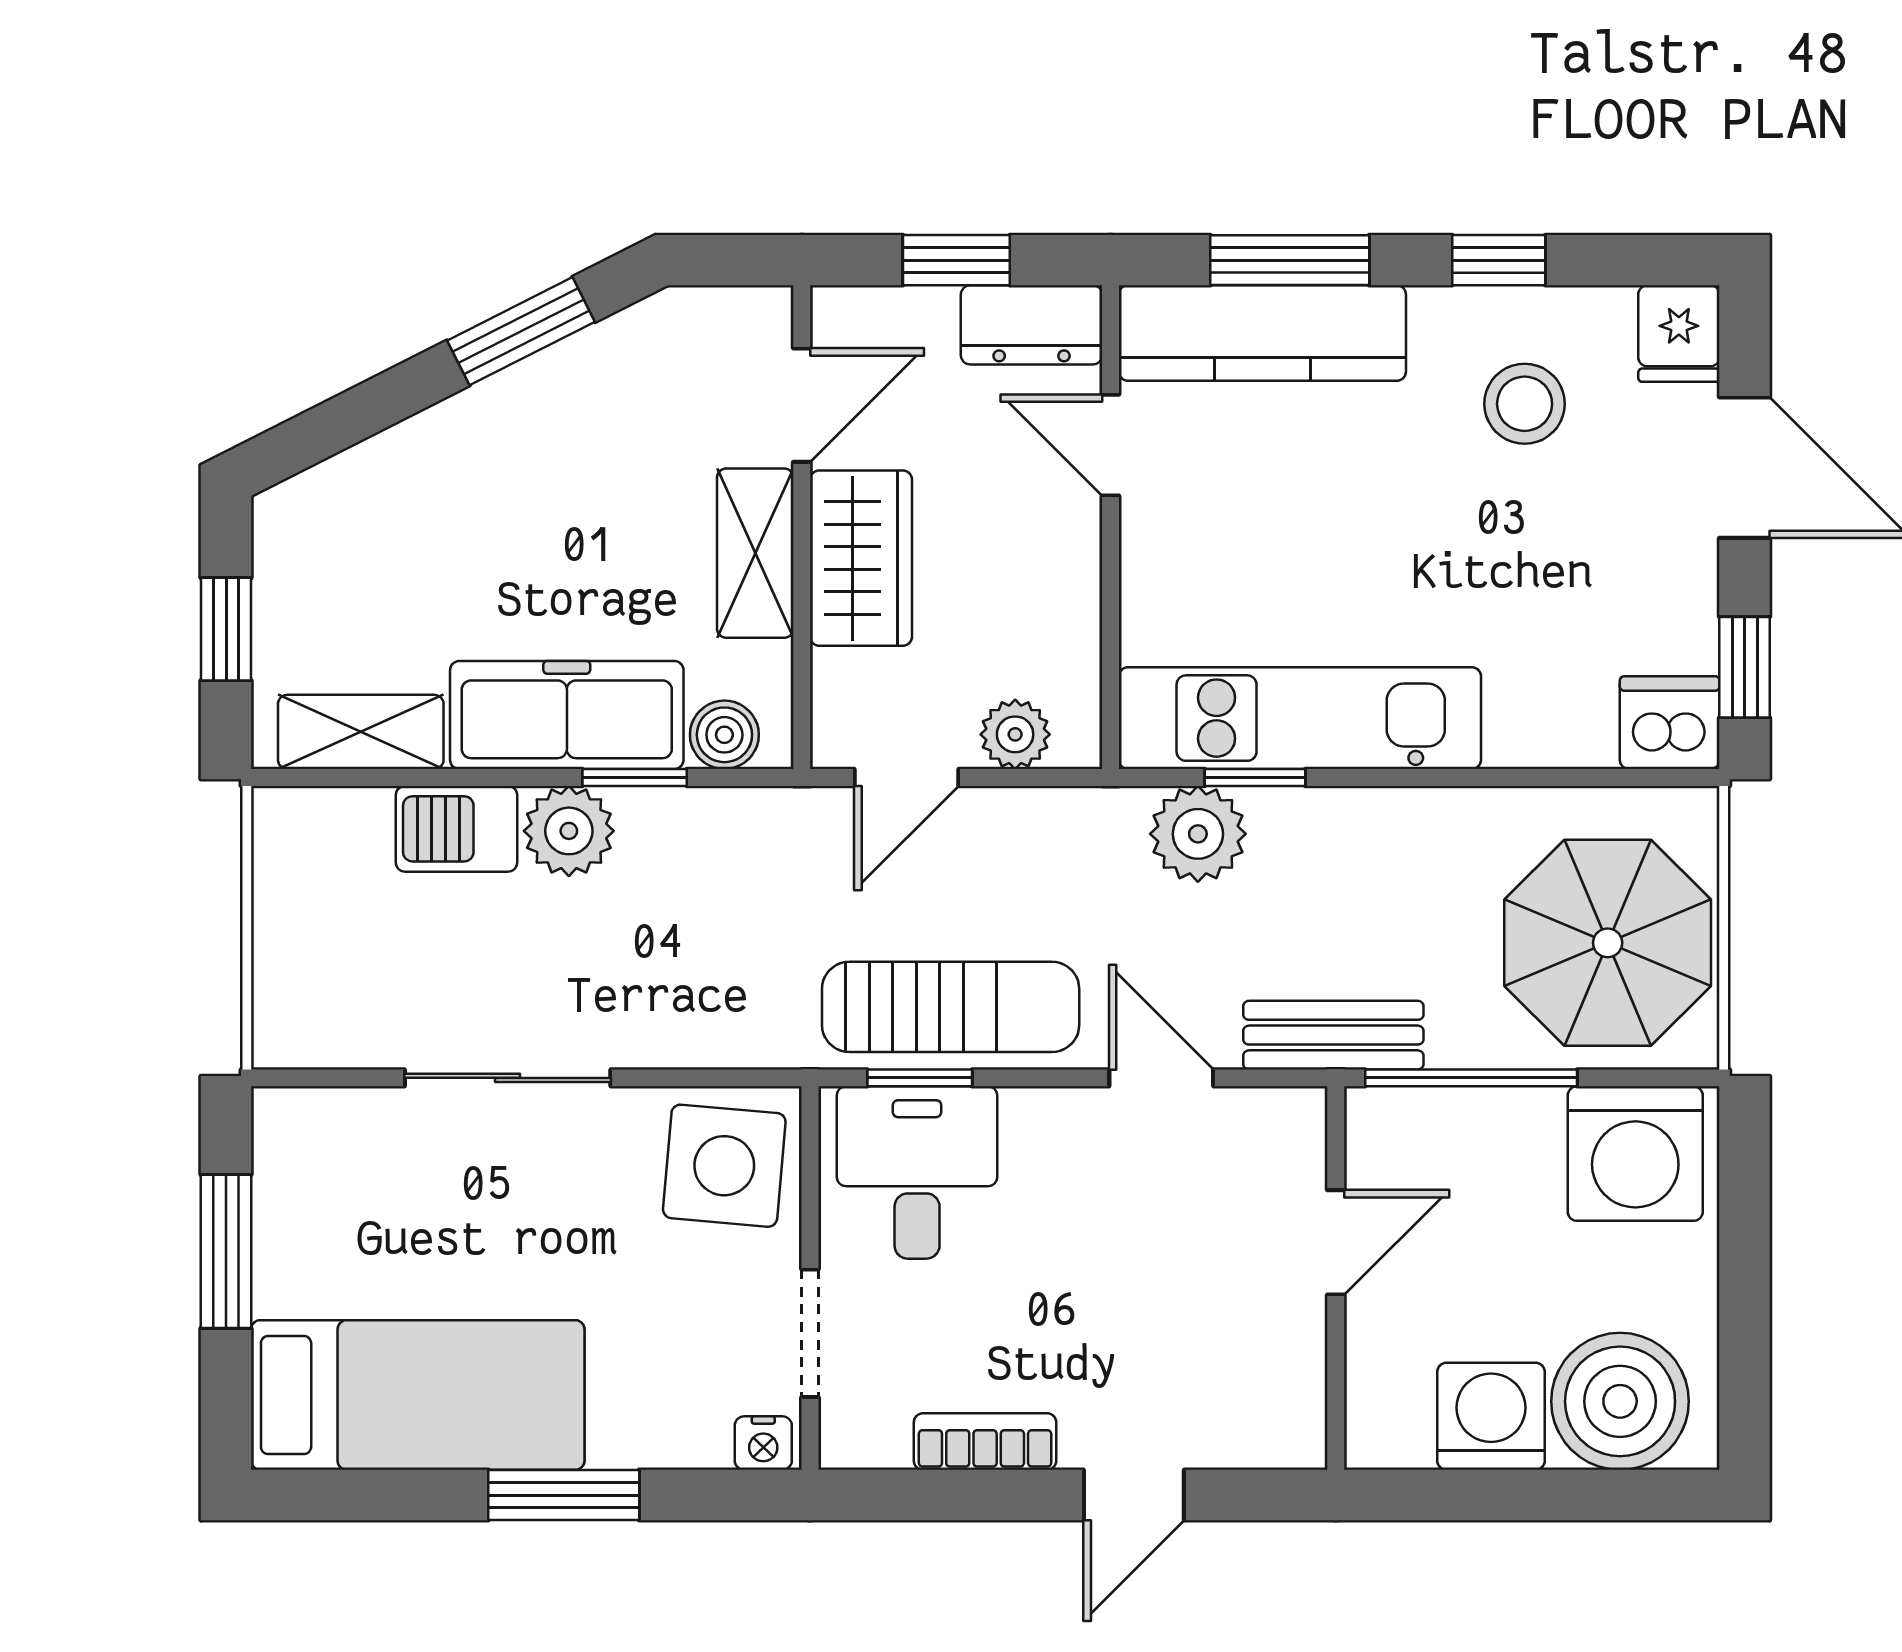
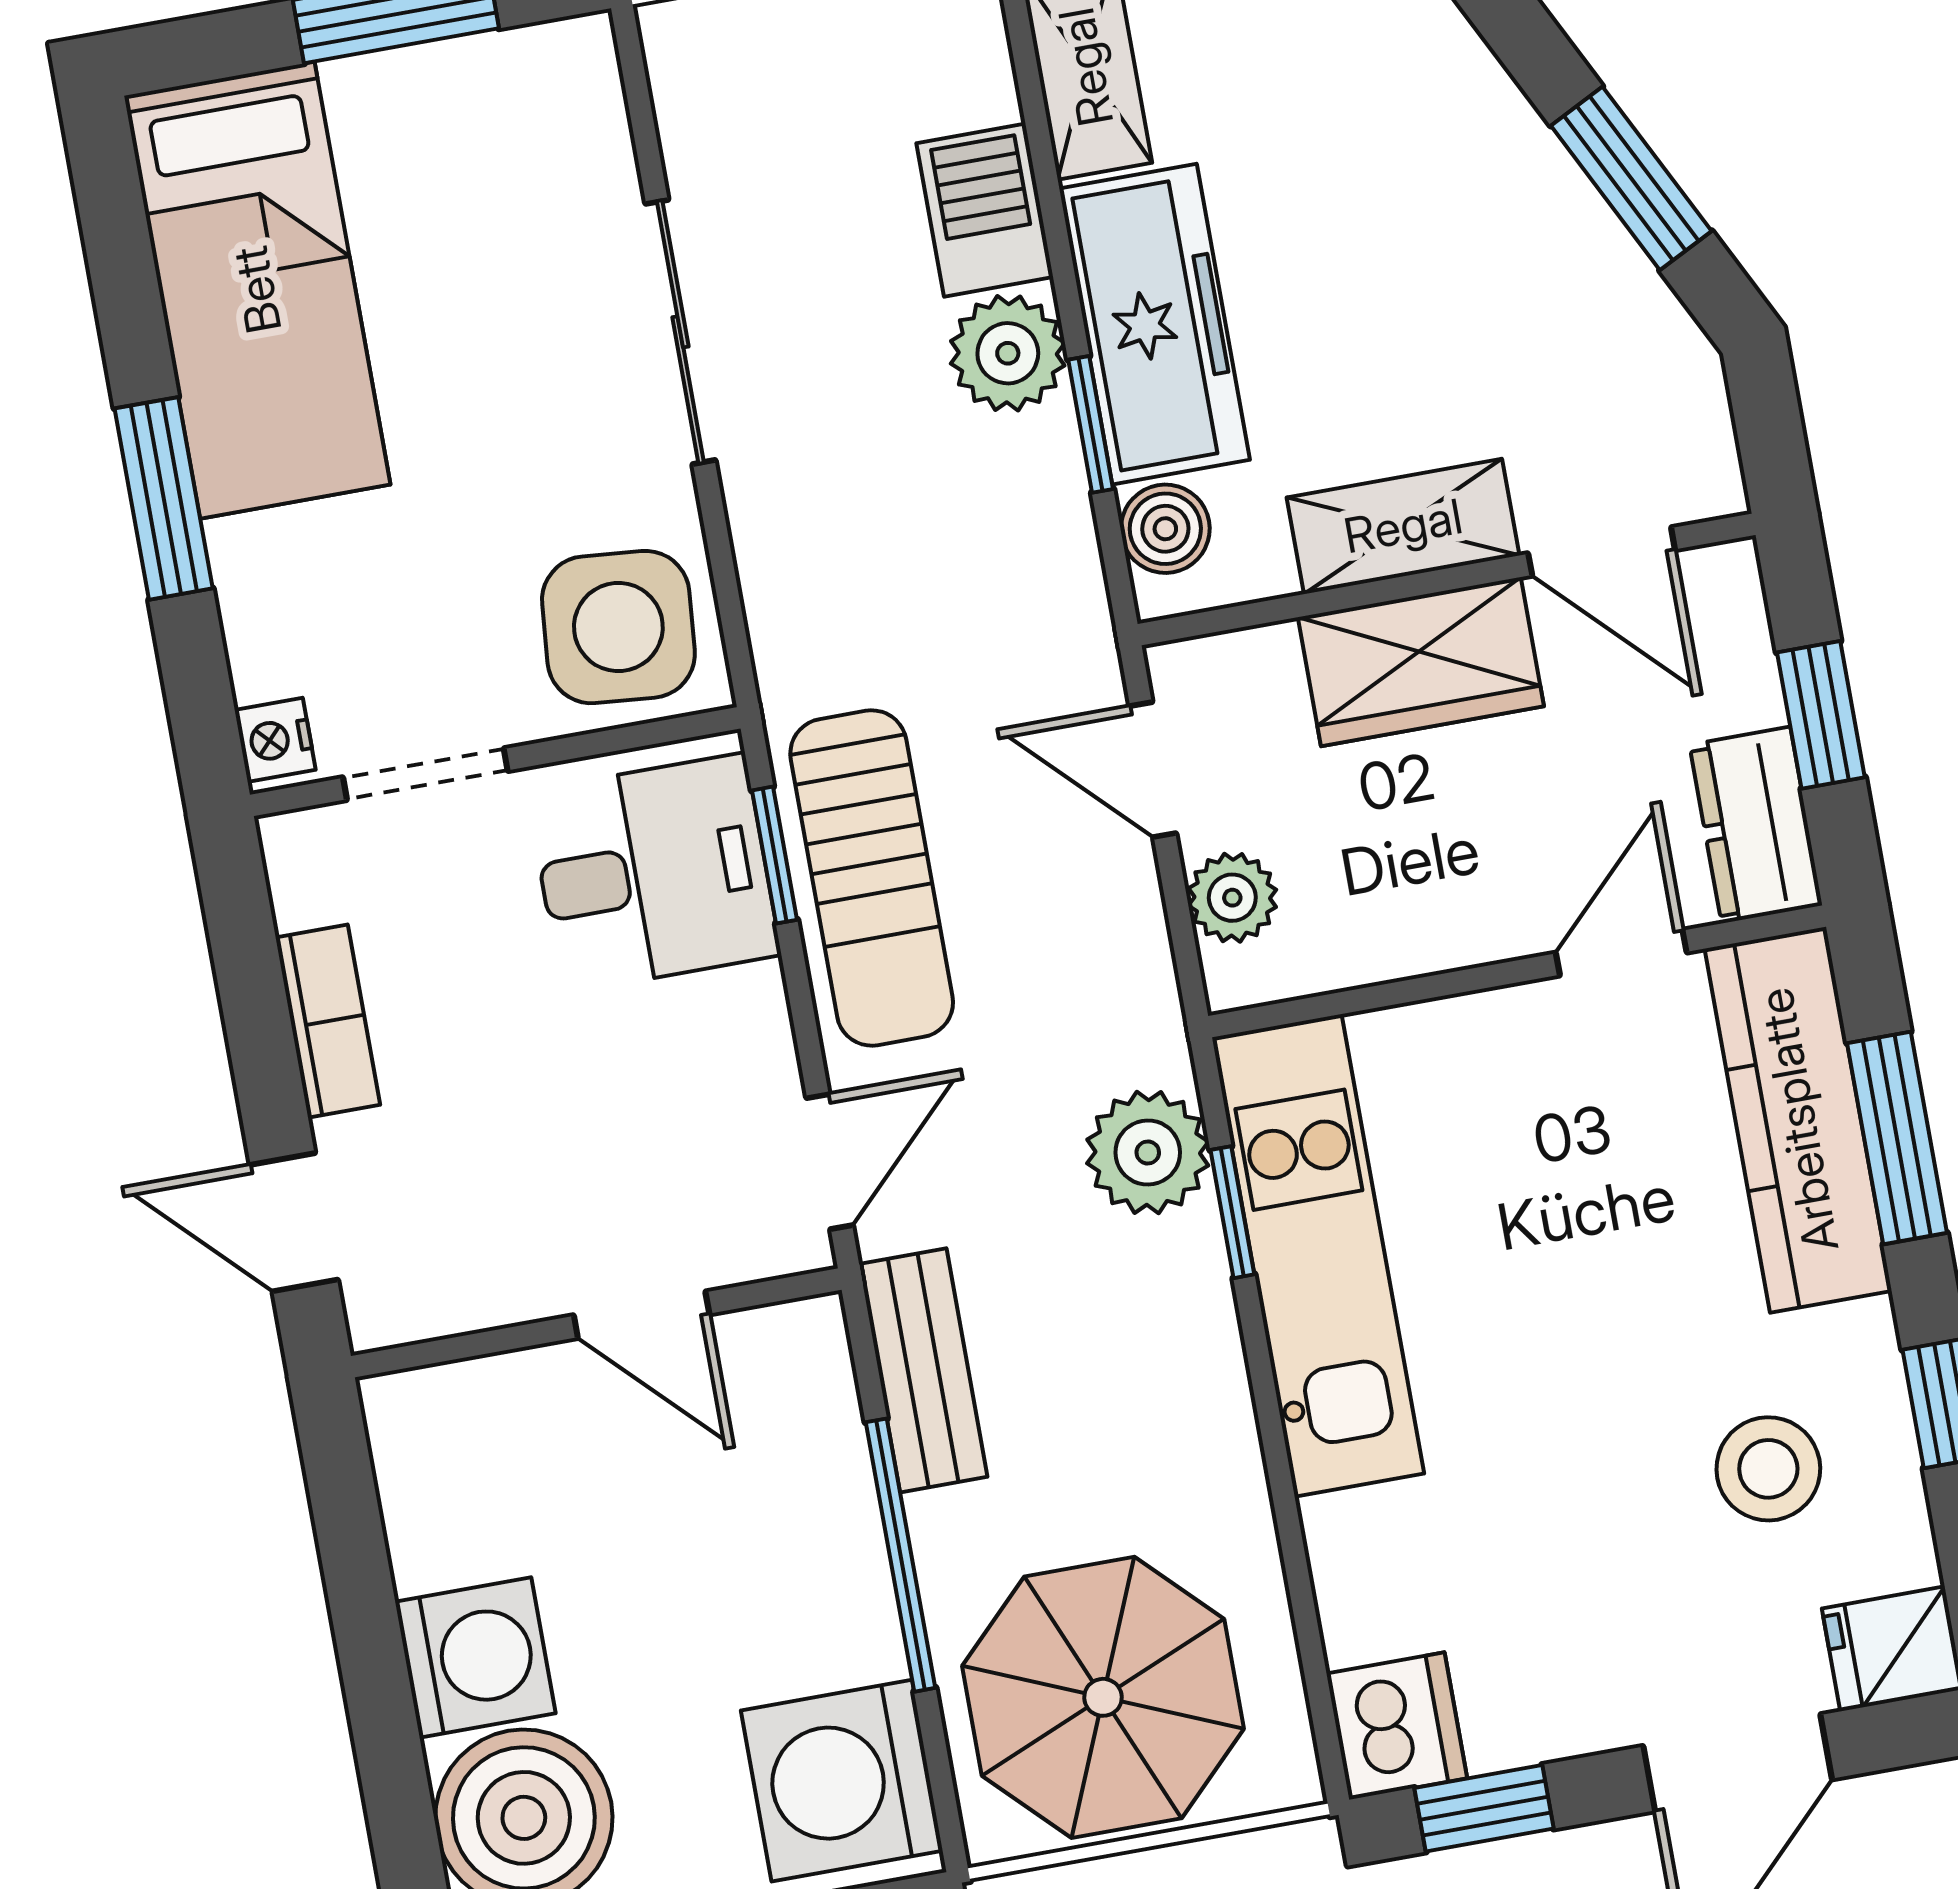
door: (1336, 1242) -> (642, 1315), moved
wall: (1336, 1278) -> (596, 1323), moved

